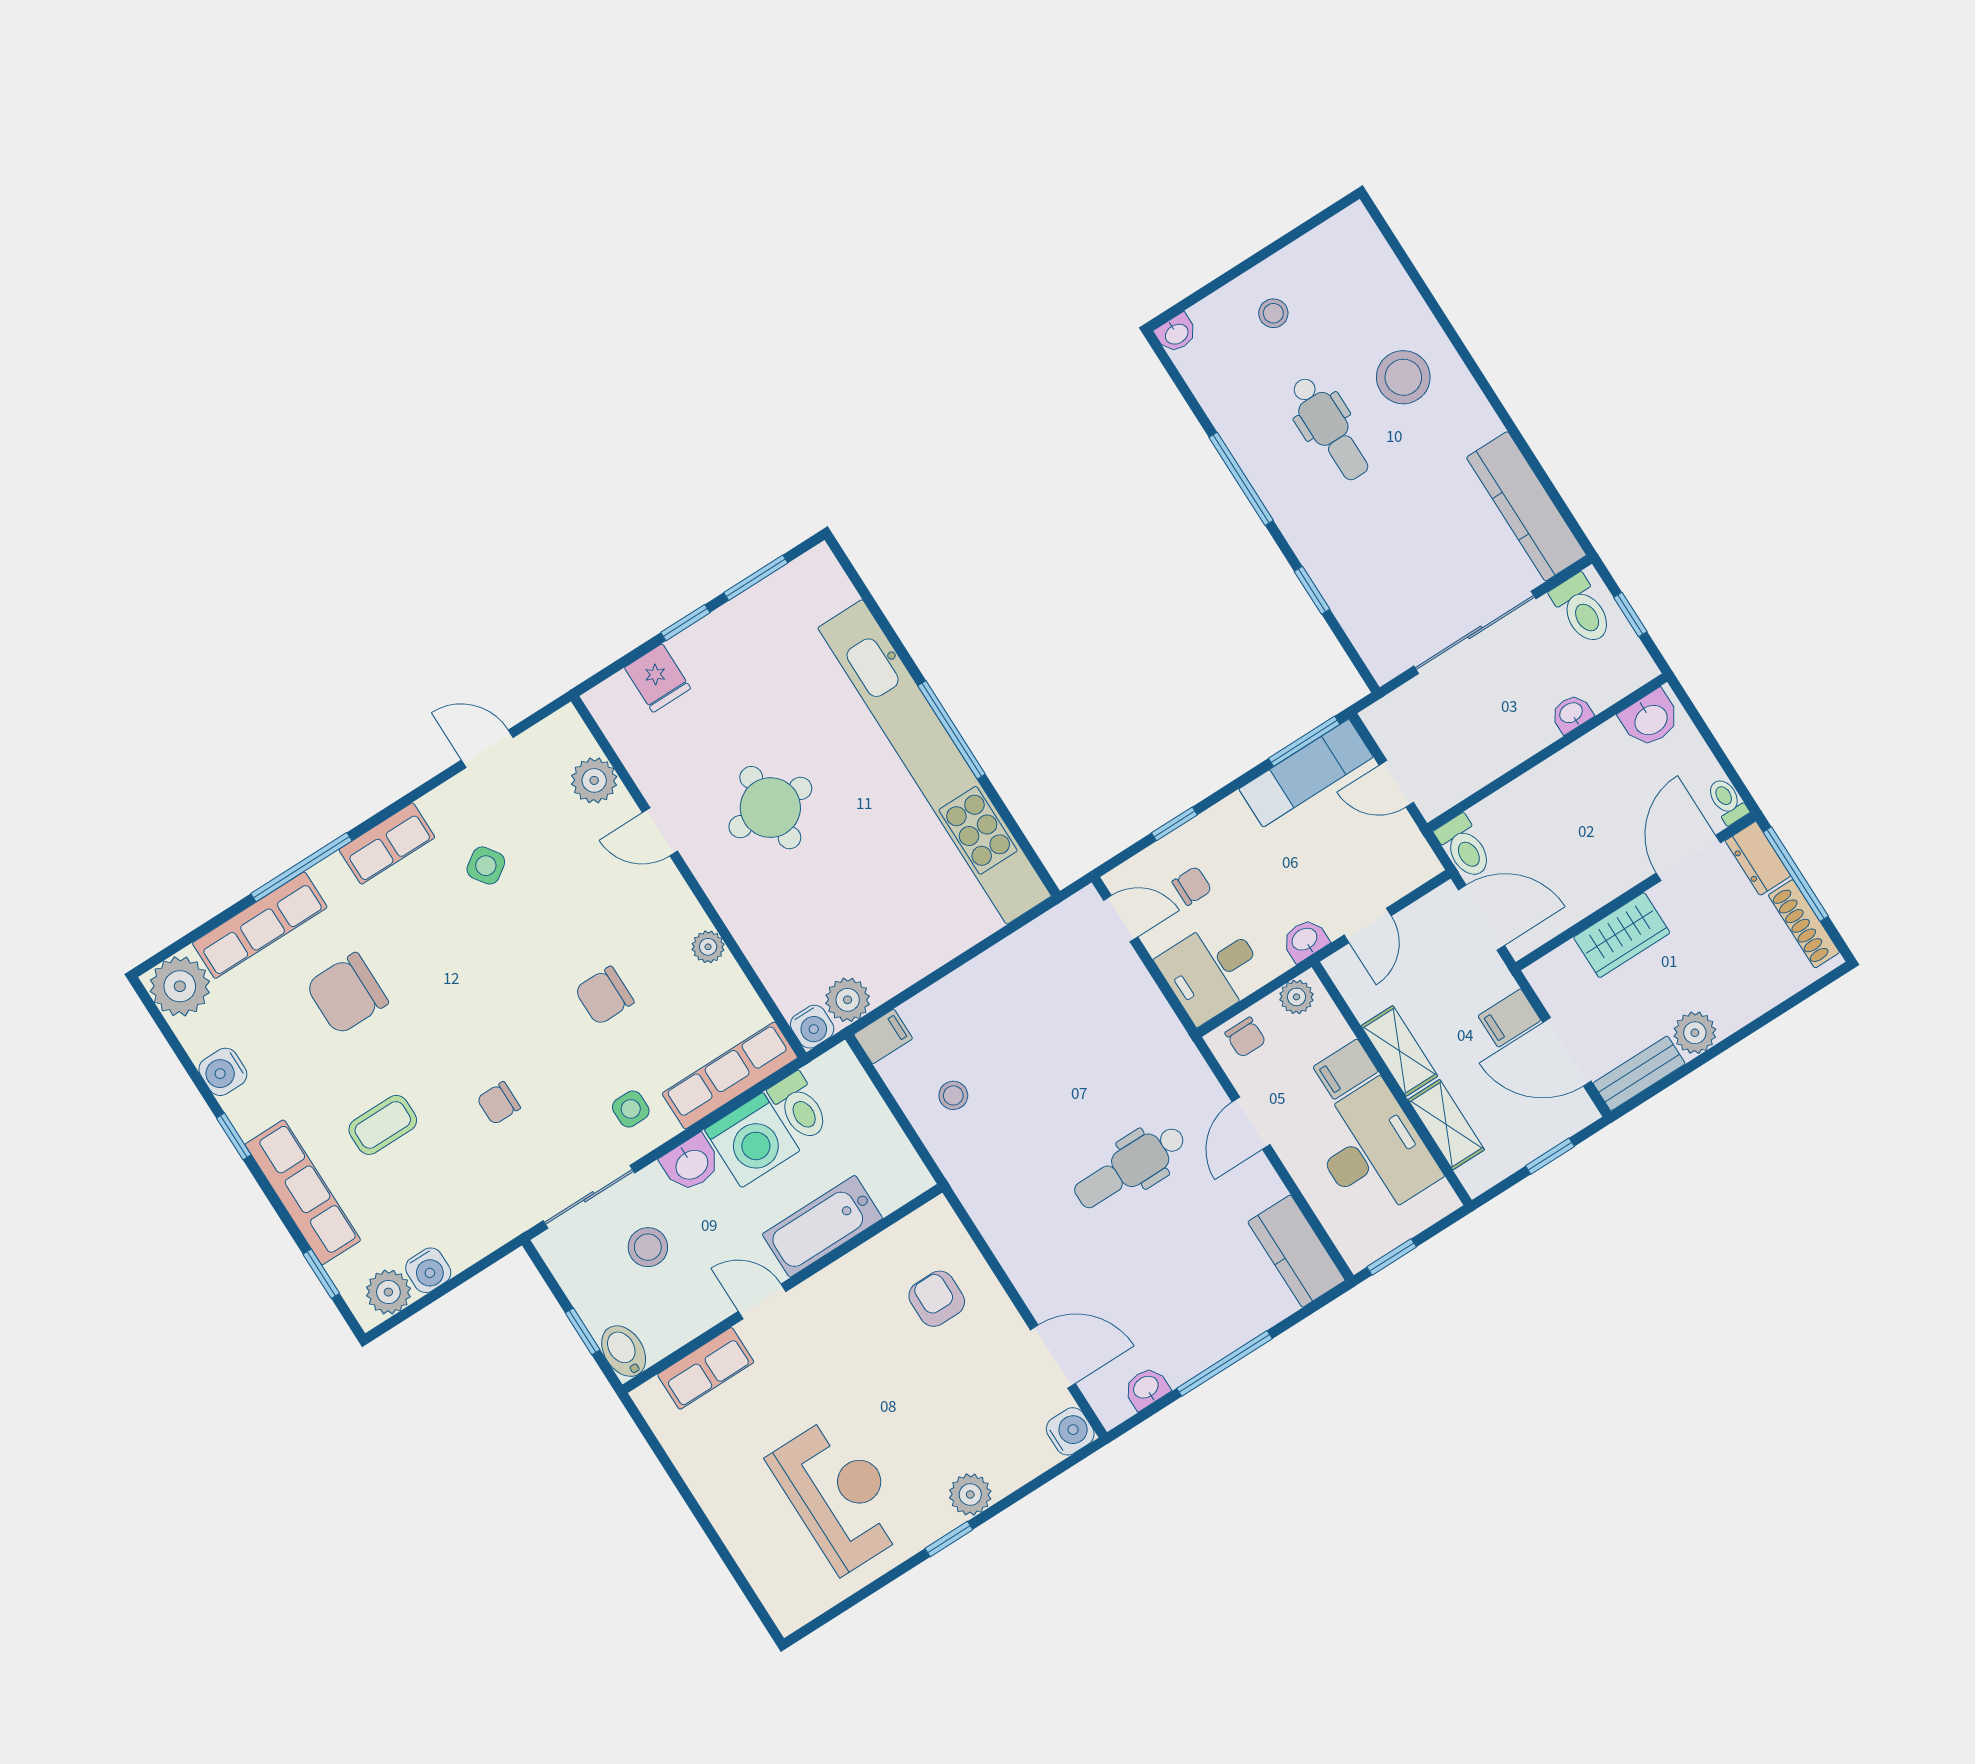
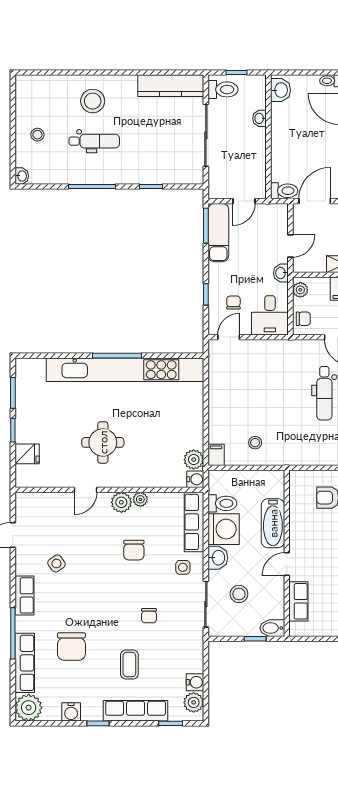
plant: (594, 780) -> (121, 502), moved
door: (1368, 925) -> (290, 246), hinge flipped

